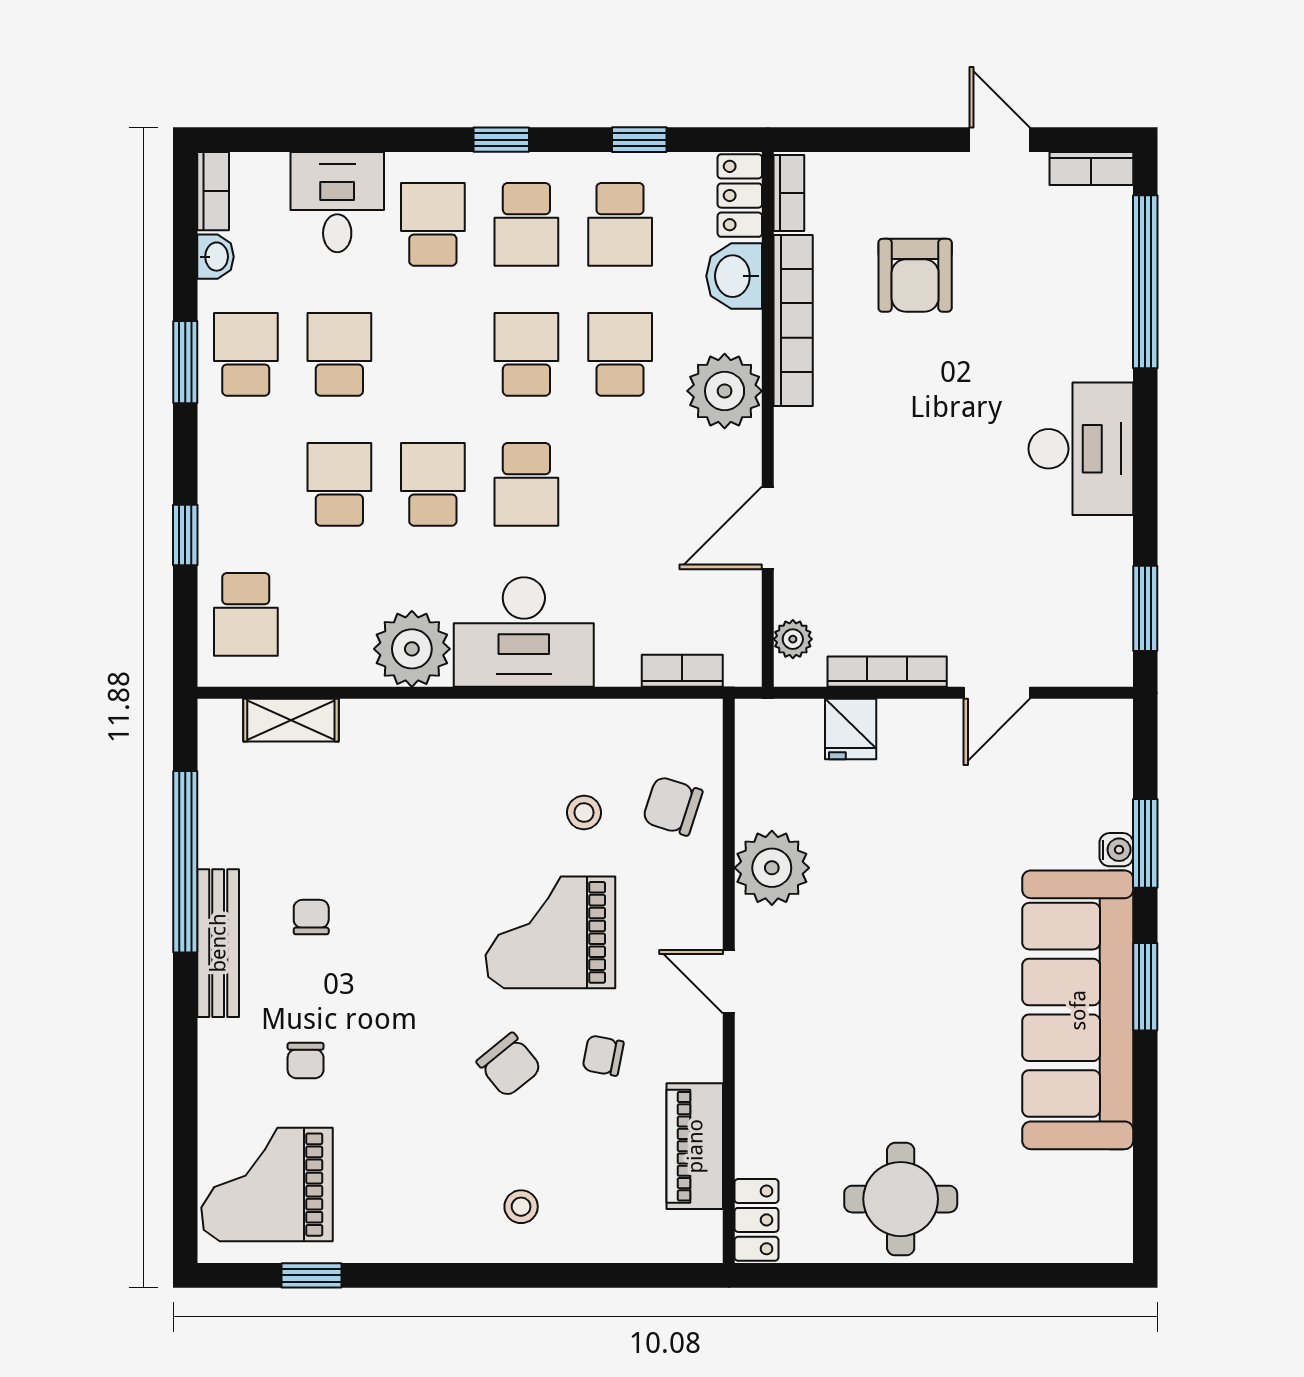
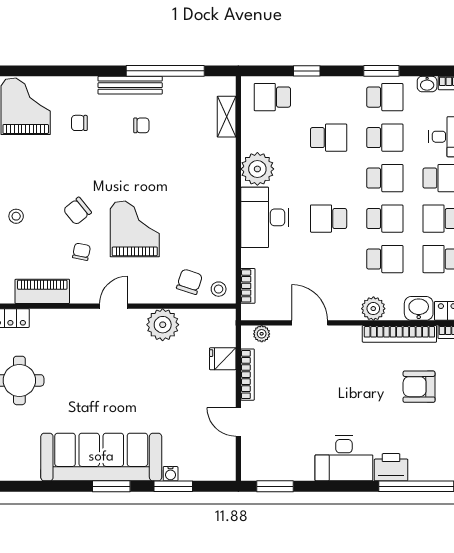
printer: (1101, 340) -> (391, 467), added
plant: (725, 391) -> (373, 309), width x0.73, depth x0.73
school desk: (433, 484) -> (385, 178), moved
stool: (584, 813) -> (219, 289), moved

